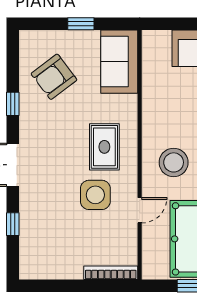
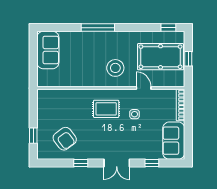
window: (81, 24) -> (33, 136), moved
sofa: (119, 62) -> (174, 141), moved, turned 90
side table: (95, 195) -> (135, 114), width x0.54, depth x0.54

